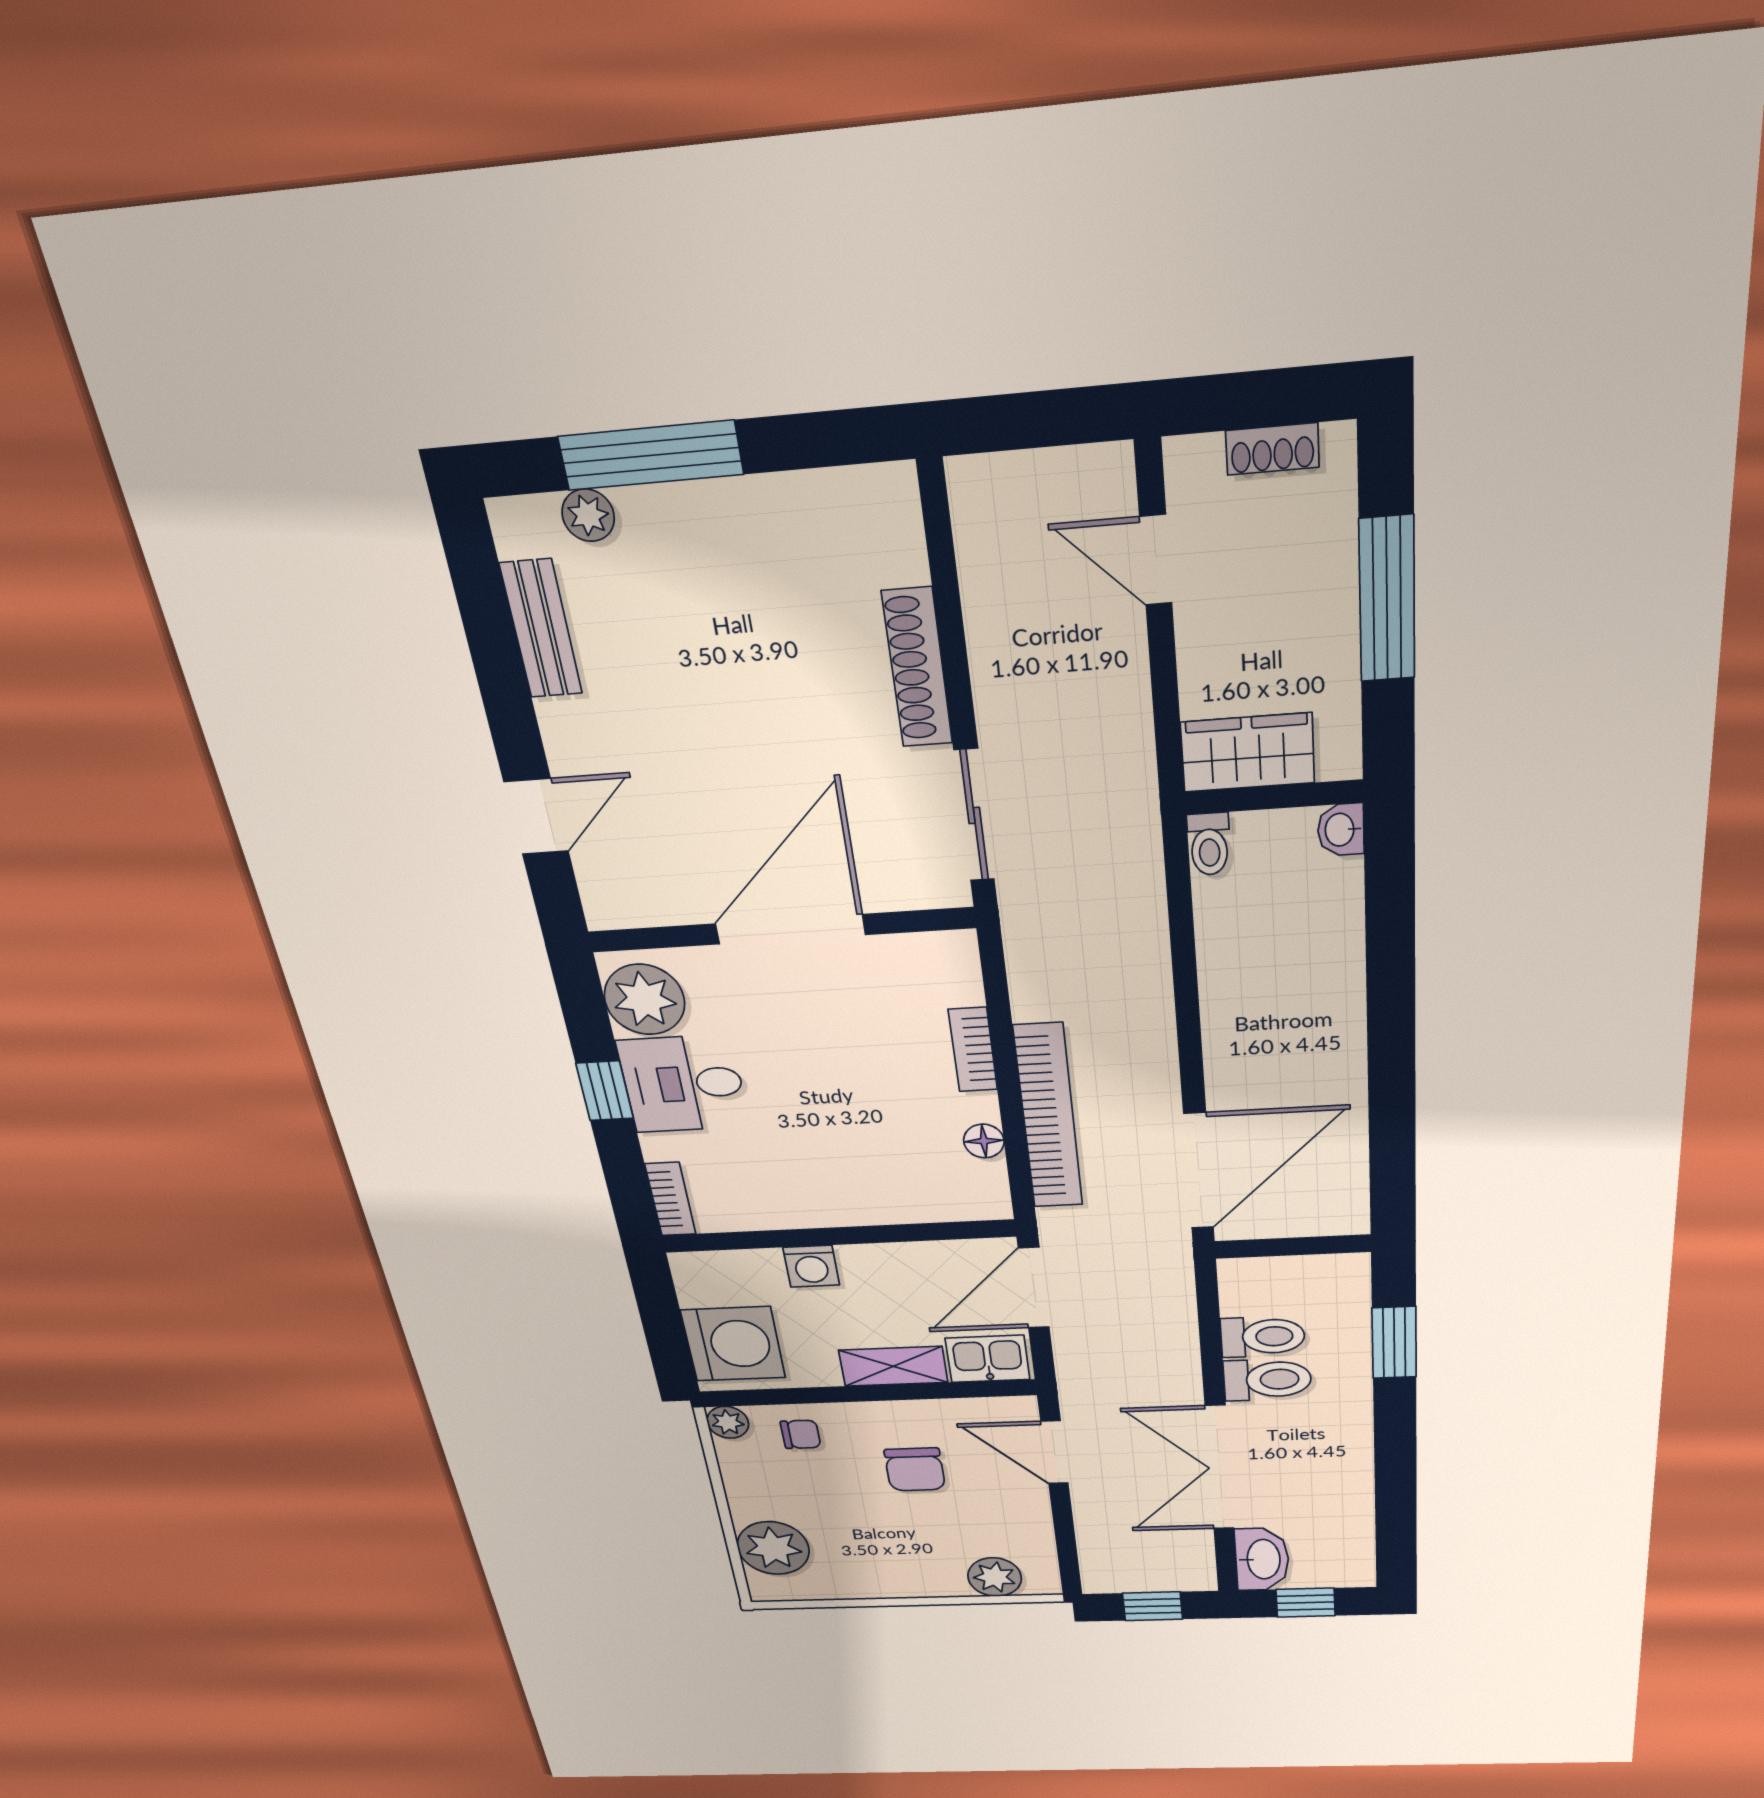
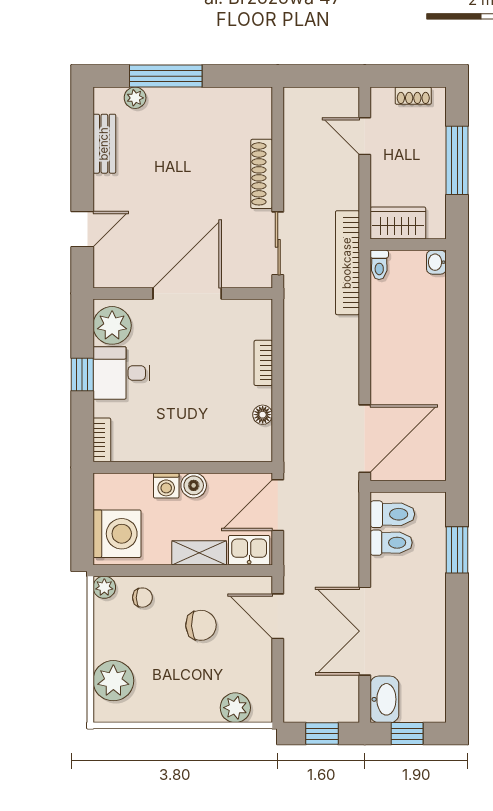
bookcase: (1048, 1117) -> (347, 263), moved, turned 180
boiler: (865, 1264) -> (194, 485), added
toilet: (1267, 1380) -> (392, 514), moved
chair: (915, 1469) -> (201, 625), turned -93

